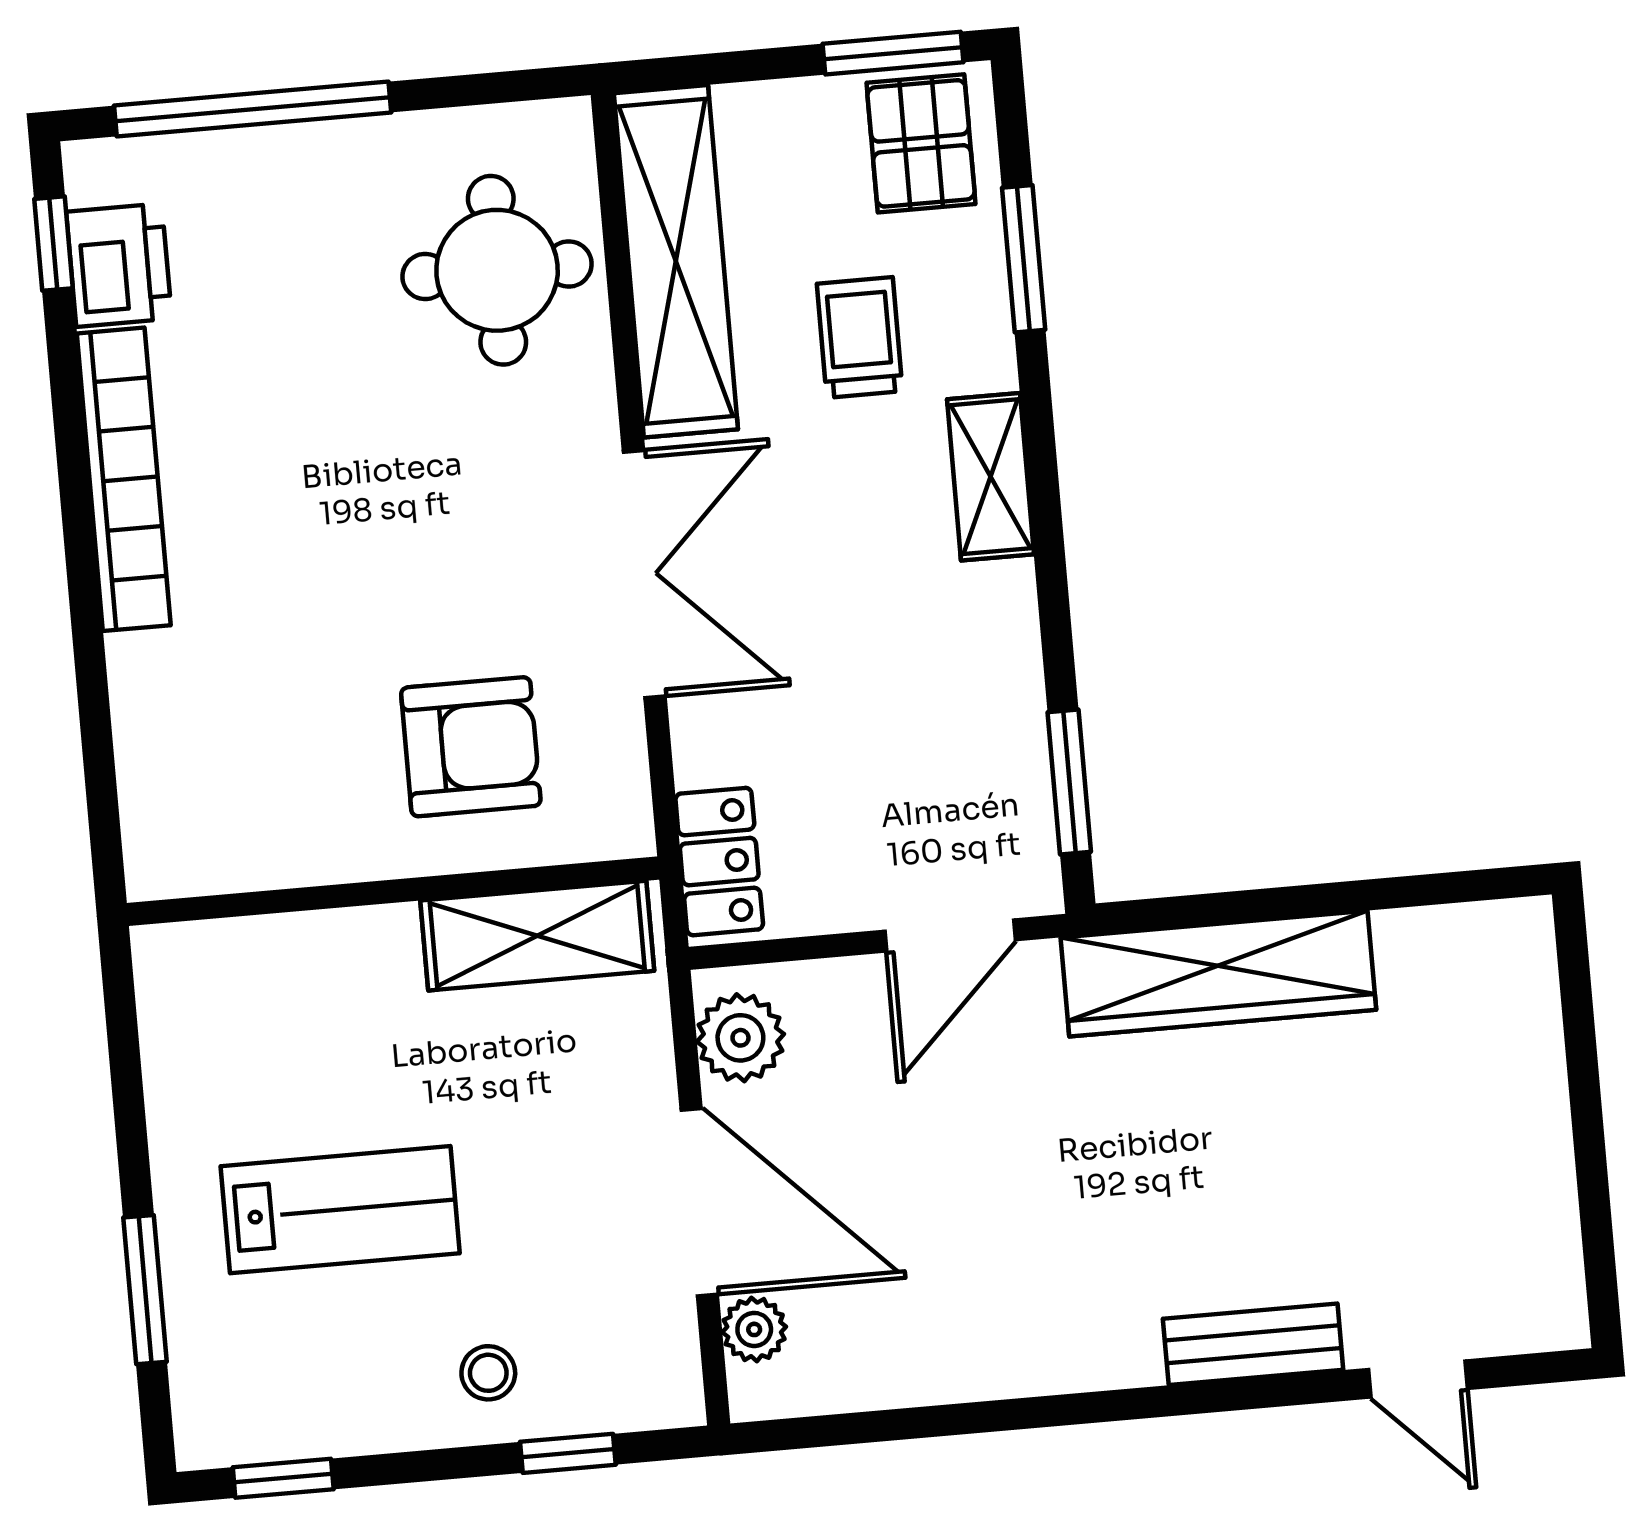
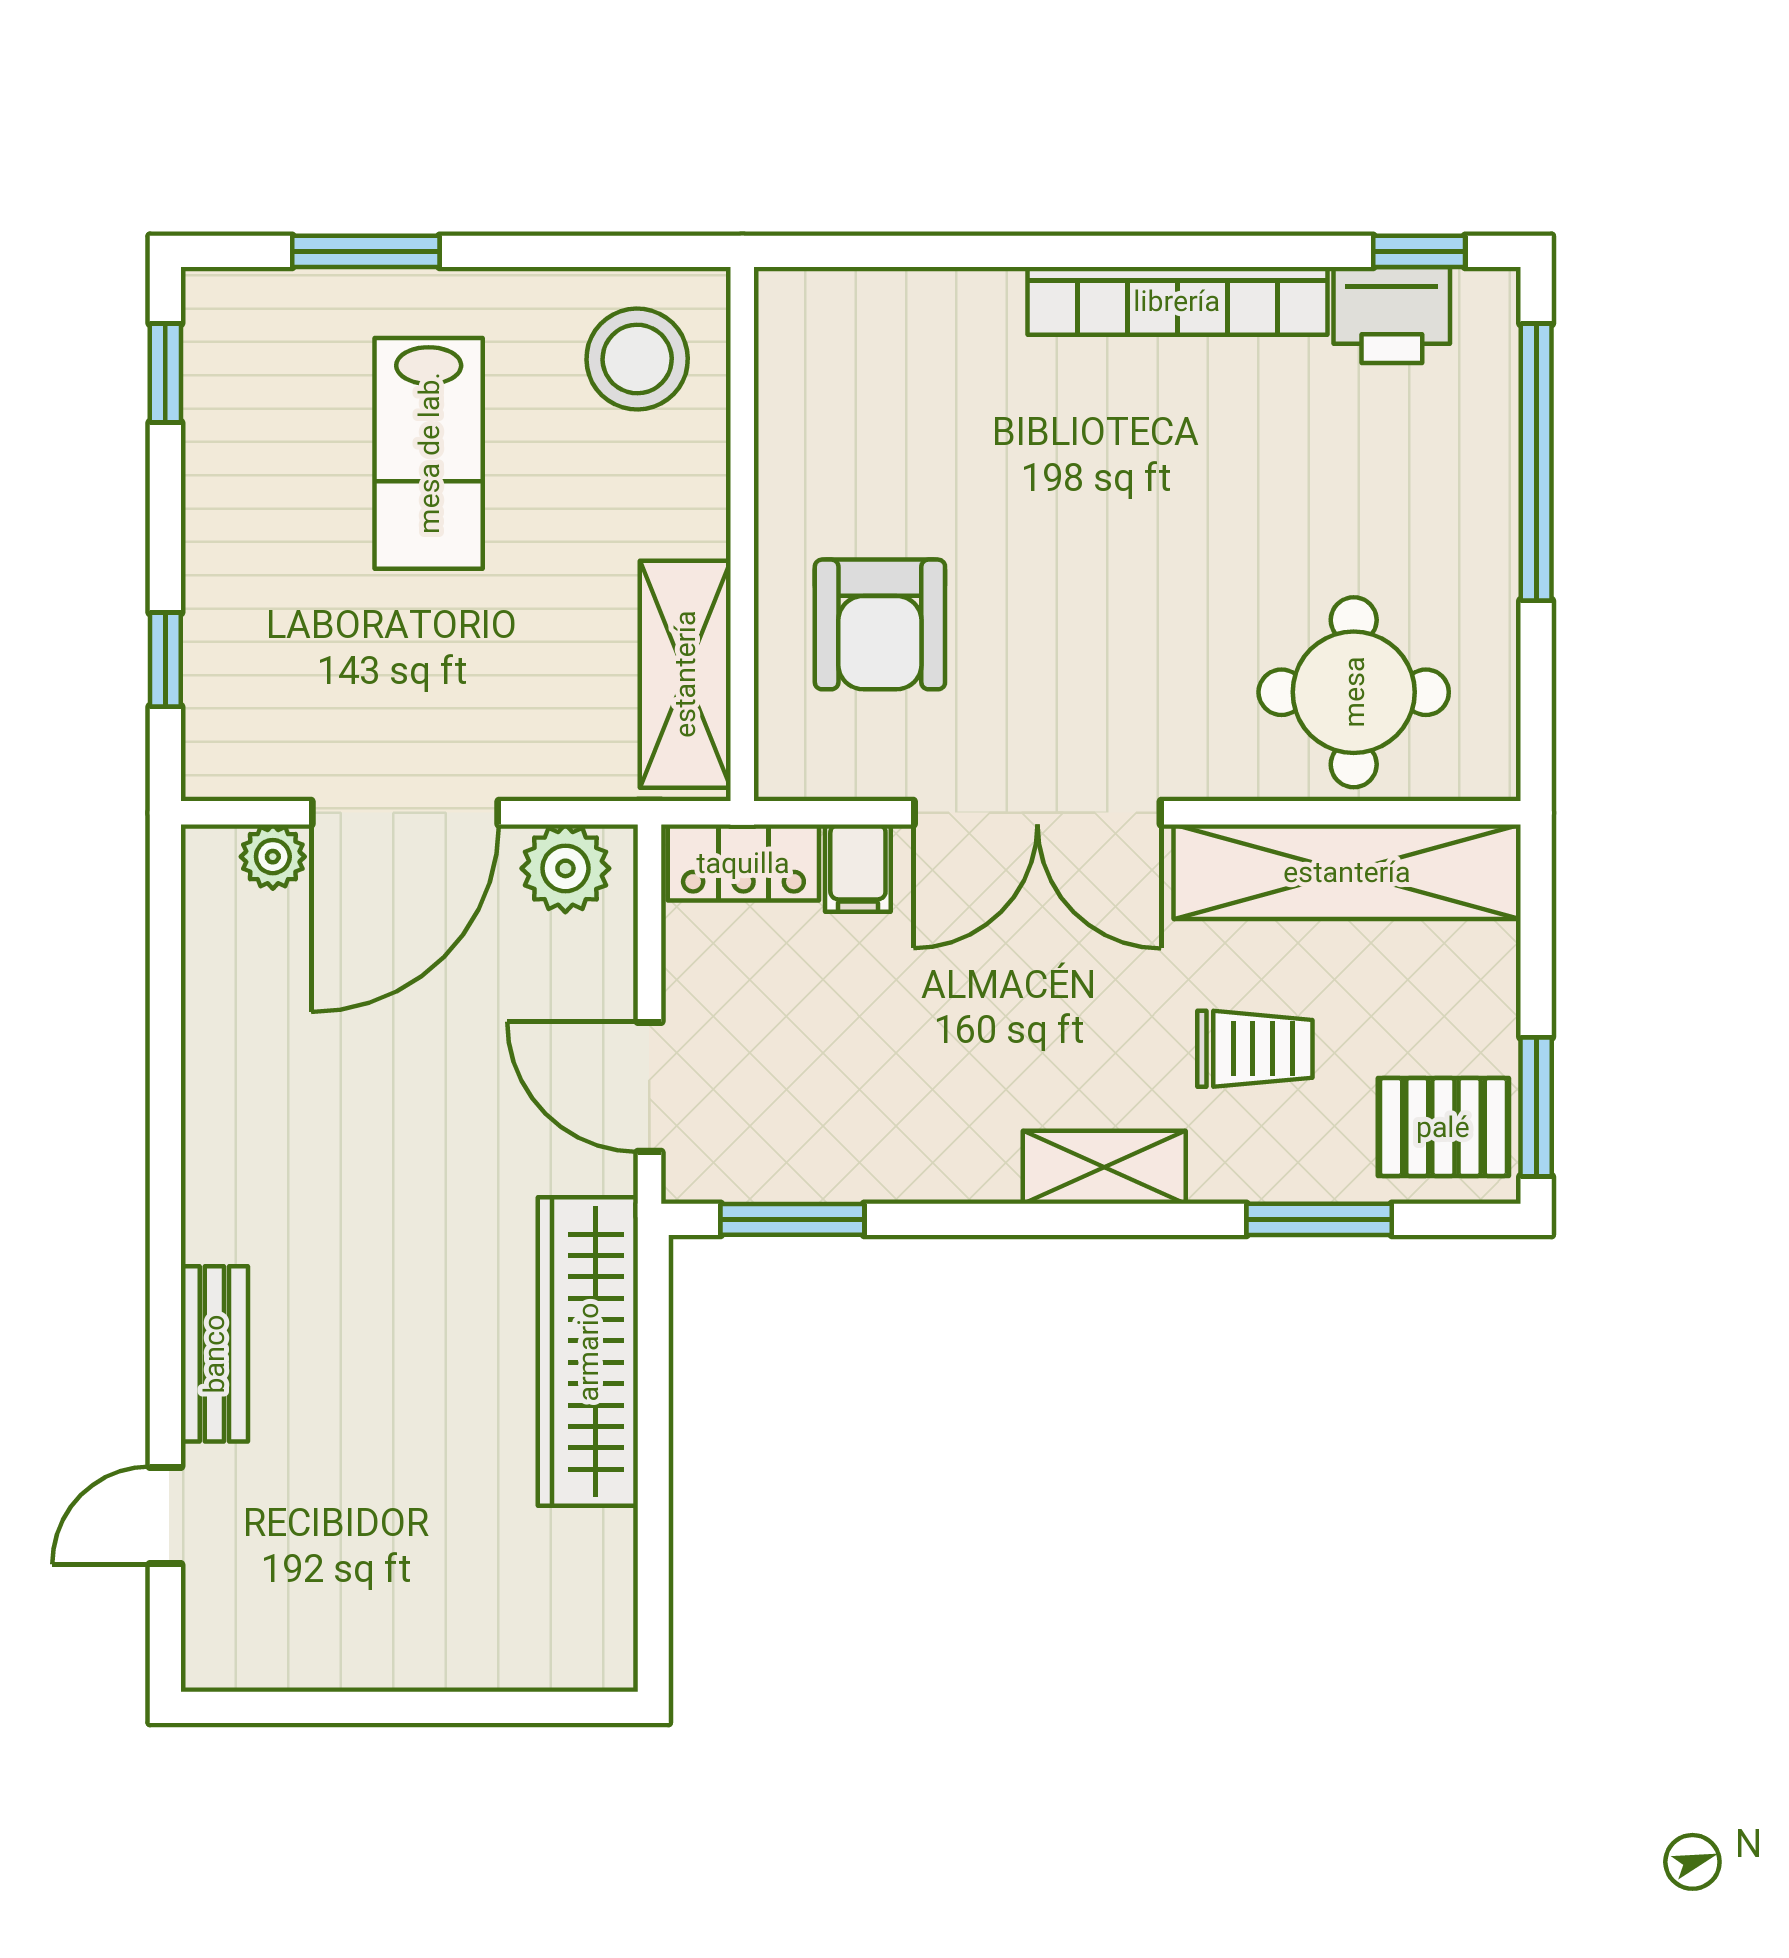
filing cabinet: (715, 747) -> (858, 868), added
stool: (488, 1373) -> (637, 359), moved, width x1.89, depth x1.89

